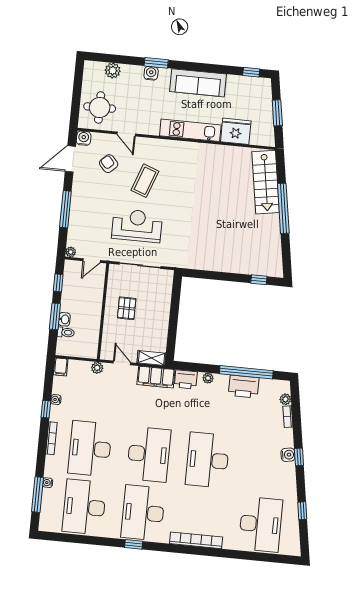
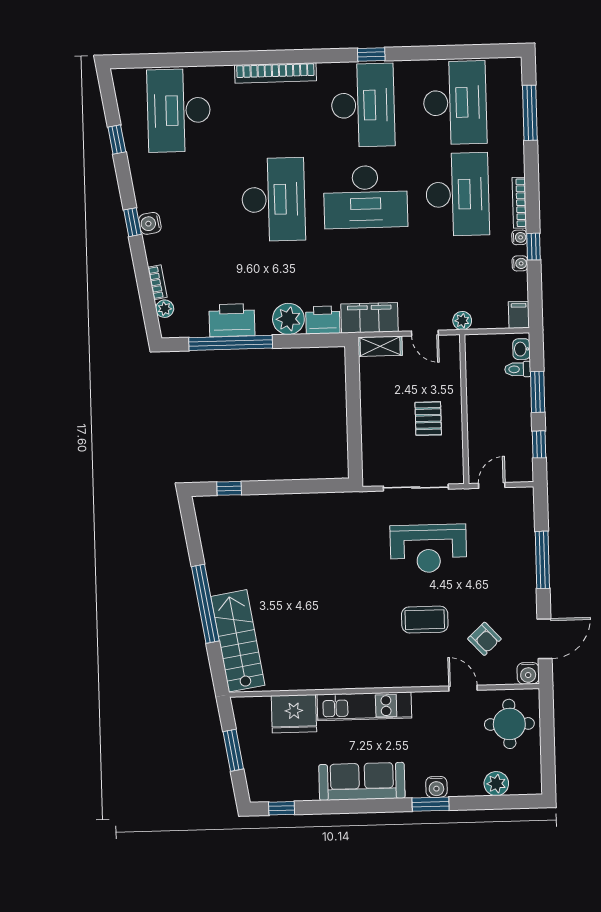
coffee table: (145, 181) -> (425, 620), turned 70
plant: (71, 252) -> (526, 495), removed
washbasin: (64, 319) -> (521, 349), moved
plant: (208, 378) -> (288, 319), width x1.88, depth x1.88
desk: (149, 454) -> (365, 197), turned -90
water cooler: (48, 483) -> (519, 237), moved

